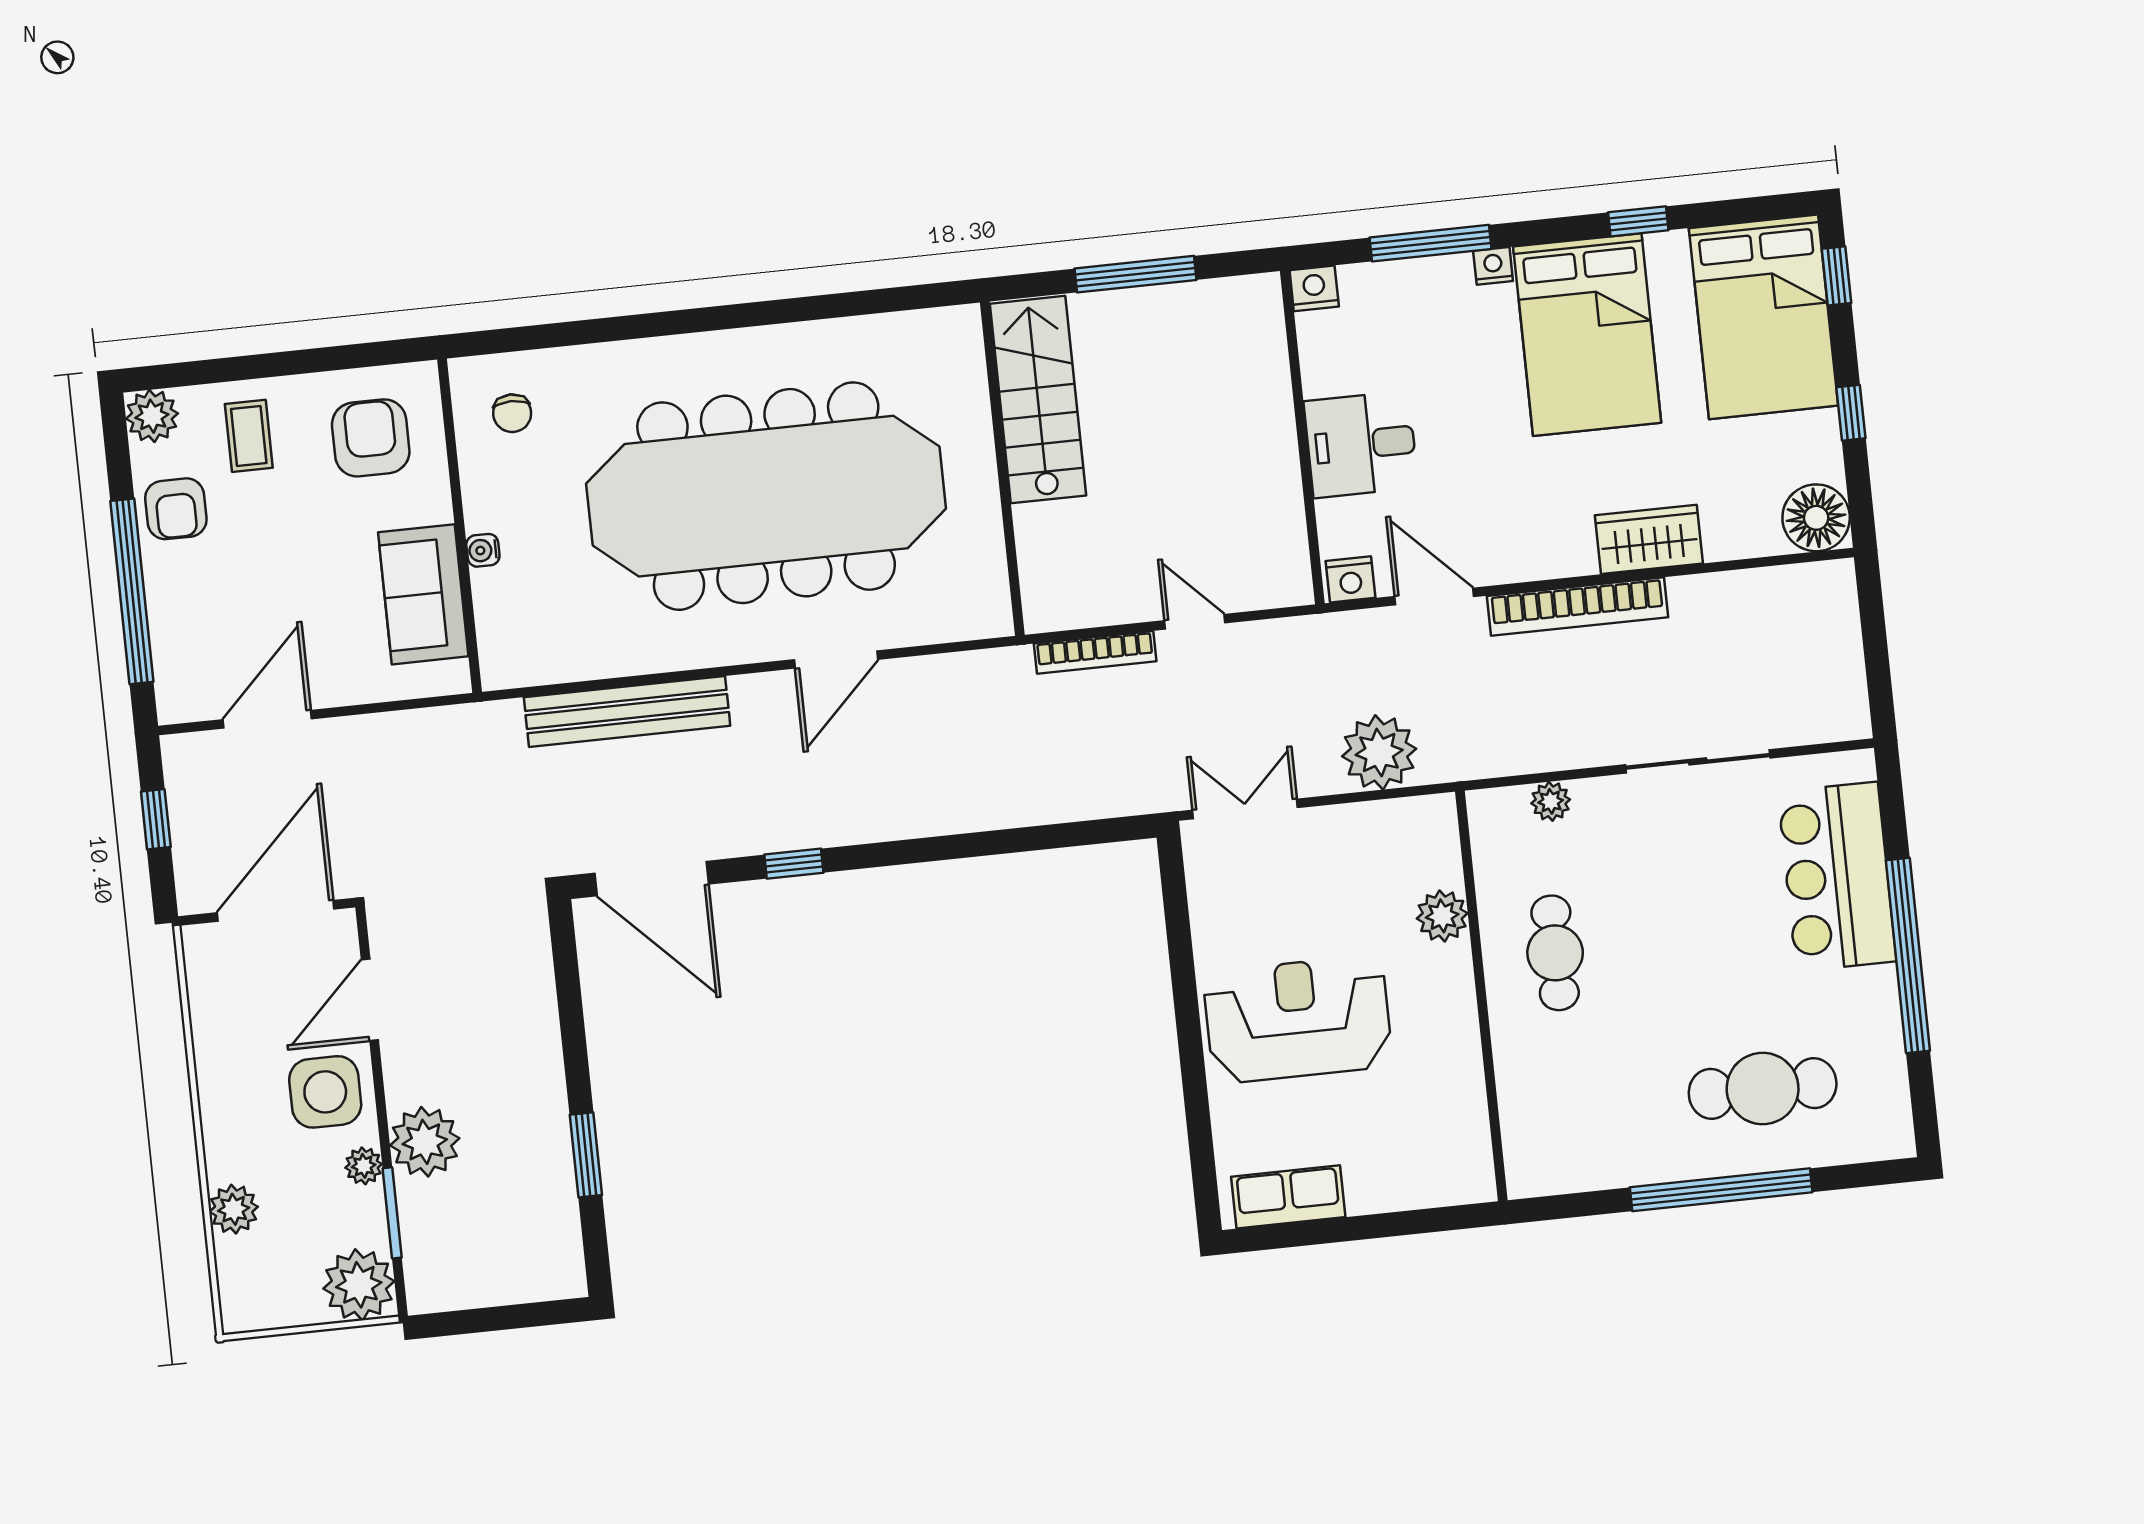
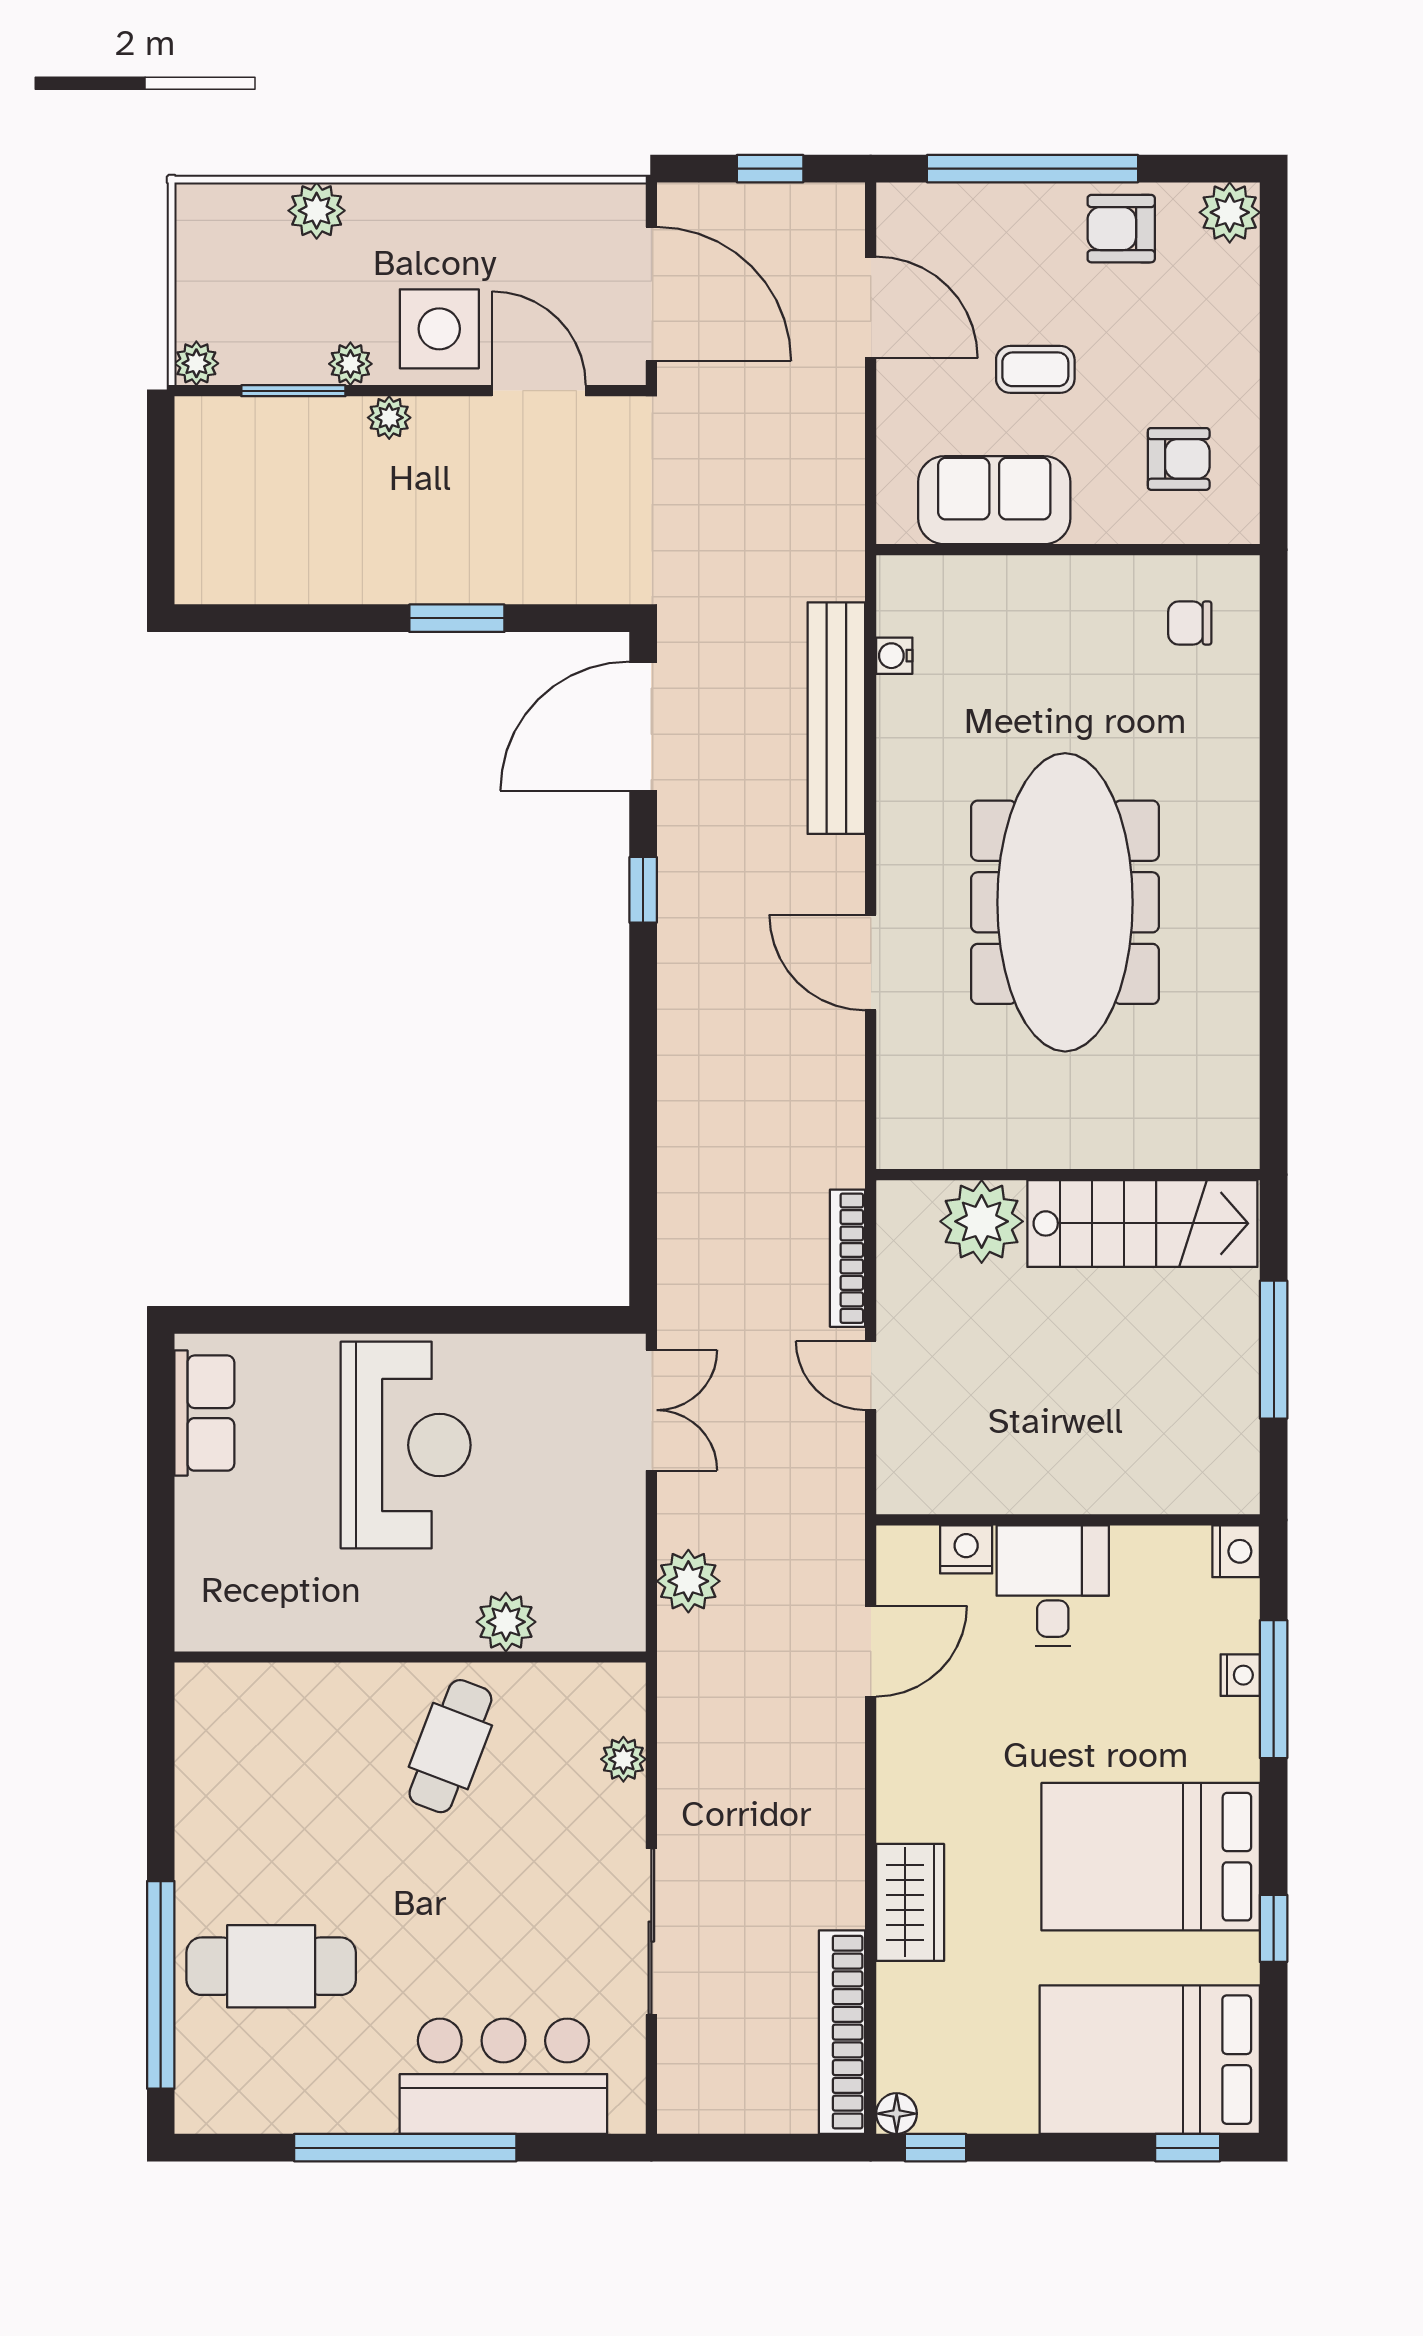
nightstand: (1493, 266) -> (1240, 1675), moved
window: (1851, 413) -> (936, 2148), moved
coffee table: (249, 436) -> (1035, 369), moved
armchair: (371, 438) -> (1179, 459), width x0.72, depth x0.72
meeting table: (766, 496) -> (1065, 902), width x0.73, depth x0.79
floor lamp: (1816, 518) -> (897, 2114), width x0.53, depth x0.53
plant: (1051, 539) -> (982, 1221), added
water cooler: (483, 550) -> (894, 656), moved, turned -90
nightstand: (1350, 579) -> (966, 1549), moved, turned 90
bookcase: (1577, 607) -> (842, 2032), moved
door: (1195, 622) -> (871, 1375), swing flipped
plant: (1379, 752) -> (688, 1581), width x0.73, depth x0.73
cafe table: (1555, 953) -> (450, 1746), turned -69
cafe table: (1763, 1088) -> (271, 1966), turned 90
plant: (425, 1142) -> (389, 418), width x0.53, depth x0.53
window: (586, 1155) -> (457, 618), moved
window: (1721, 1190) -> (161, 1985), moved
plant: (359, 1285) -> (196, 363), width x0.53, depth x0.53

